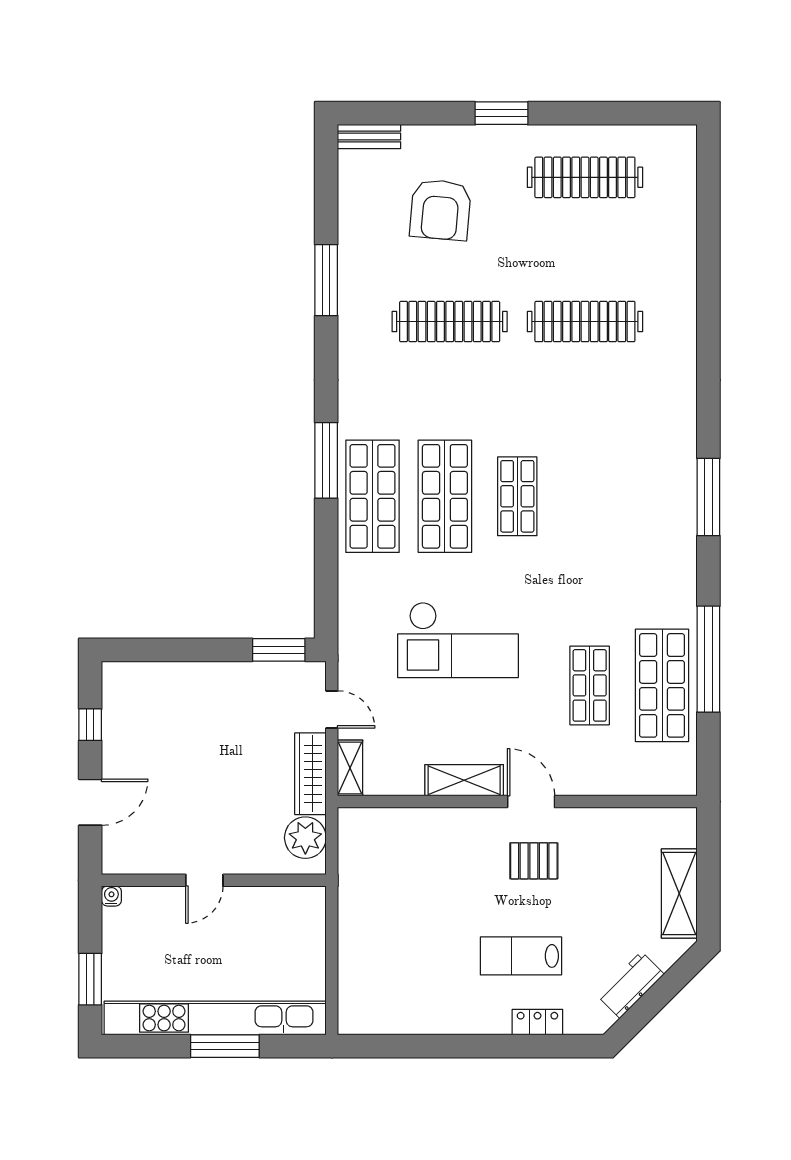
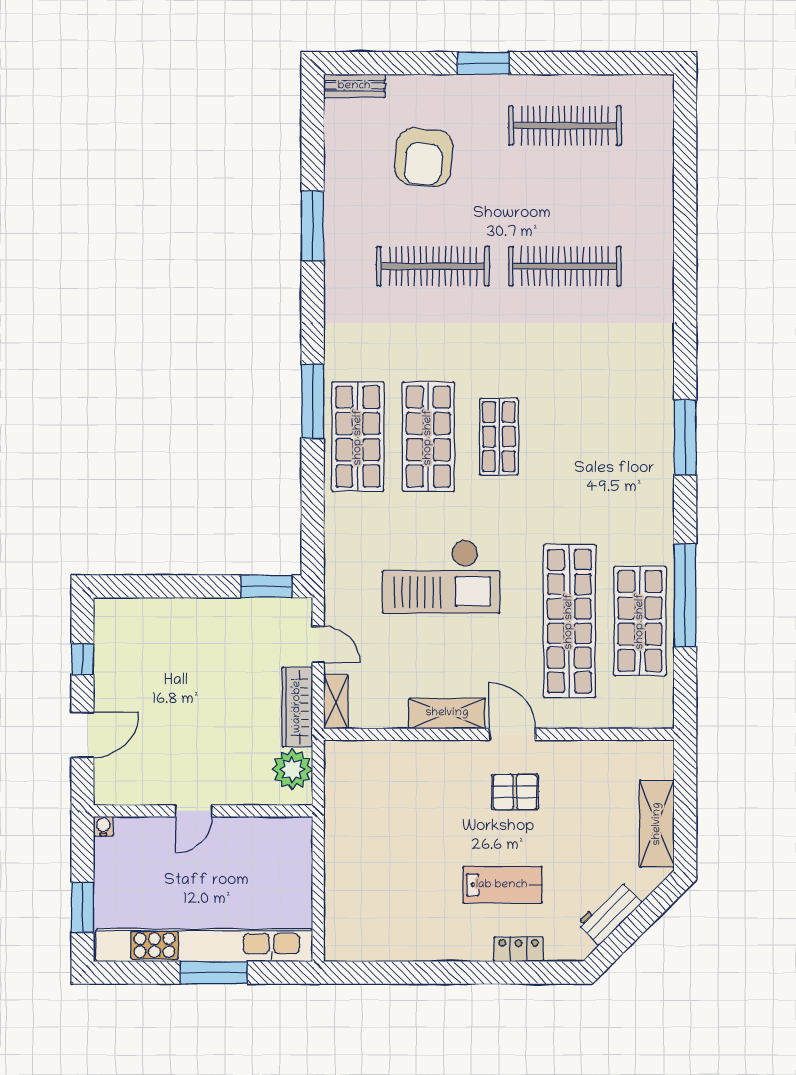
shop shelf: (590, 685) -> (569, 621), width x2.00, depth x1.36
lab bench: (521, 956) -> (502, 885), turned 180

